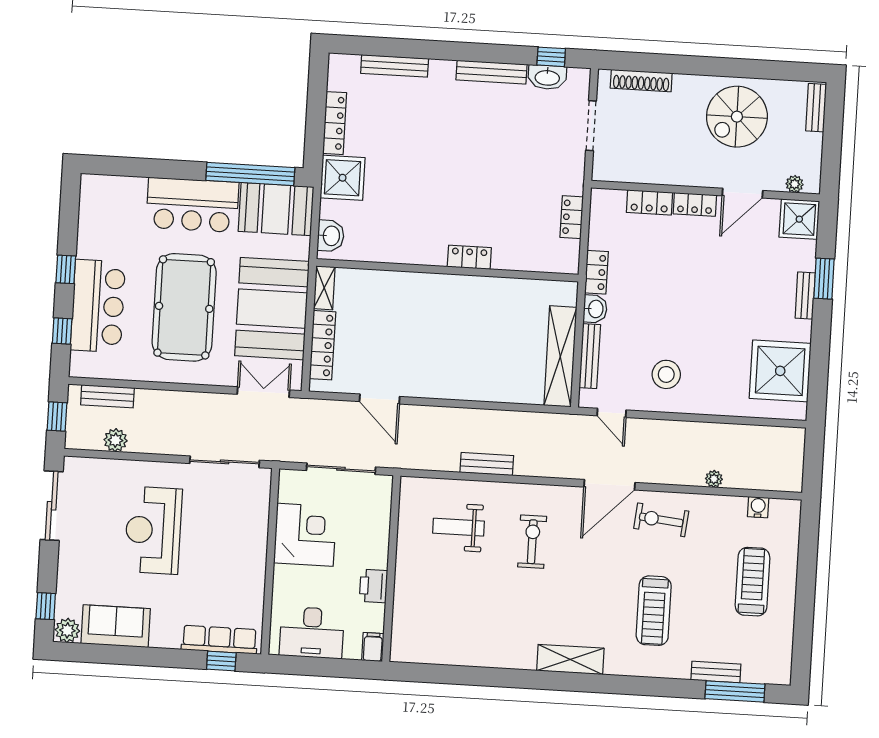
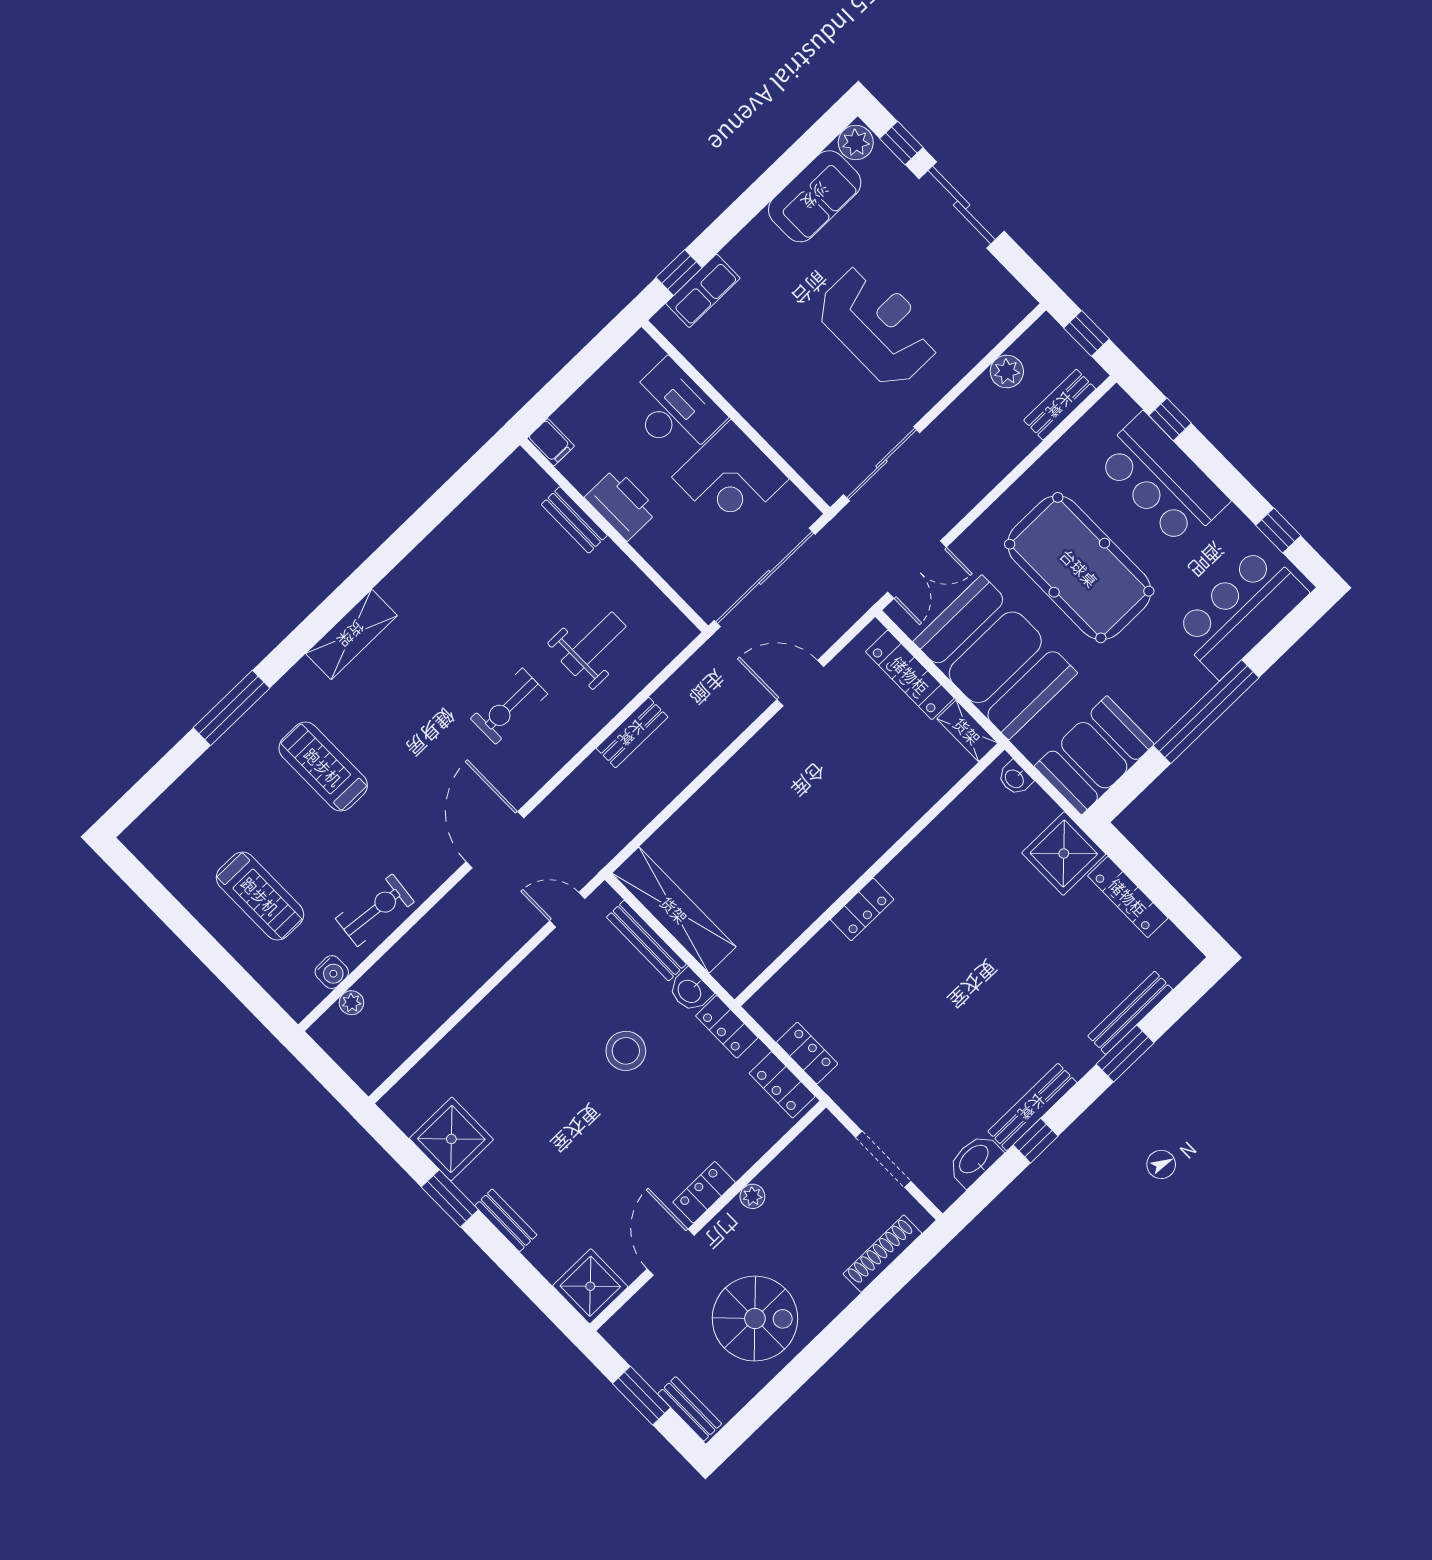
window: (419, 49) -> (1125, 1054), added
window: (551, 57) -> (1036, 1141), moved
spiral stairs: (737, 117) -> (755, 1319), turned 90
window: (832, 139) -> (642, 1396), added
window: (250, 174) -> (1206, 712), moved
plant: (795, 184) -> (752, 1196), moved
locker: (649, 202) -> (782, 1085), moved, turned -90
bar counter: (192, 205) -> (1240, 612), moved
washbasin: (331, 236) -> (1015, 778), width x0.72, depth x0.69
window: (66, 269) -> (1278, 531), moved
window: (824, 279) -> (450, 1198), moved
shower: (780, 371) -> (451, 1139), width x0.73, depth x0.73
stool: (666, 374) -> (626, 1051), moved
sliding door: (341, 469) -> (765, 577), width x1.36
plant: (714, 479) -> (351, 1003), moved
sliding door: (52, 506) -> (962, 205), moved
exercise bike: (661, 520) -> (375, 910), moved
exercise bike: (532, 542) -> (509, 706), turned 90
printer: (374, 586) -> (621, 504), width x1.37, depth x1.19
desk: (312, 633) -> (674, 410), moved, turned 90
row of seats: (219, 640) -> (703, 291), width x0.68
bench: (716, 672) -> (574, 520), moved, turned 90
window: (735, 691) -> (232, 708), moved

